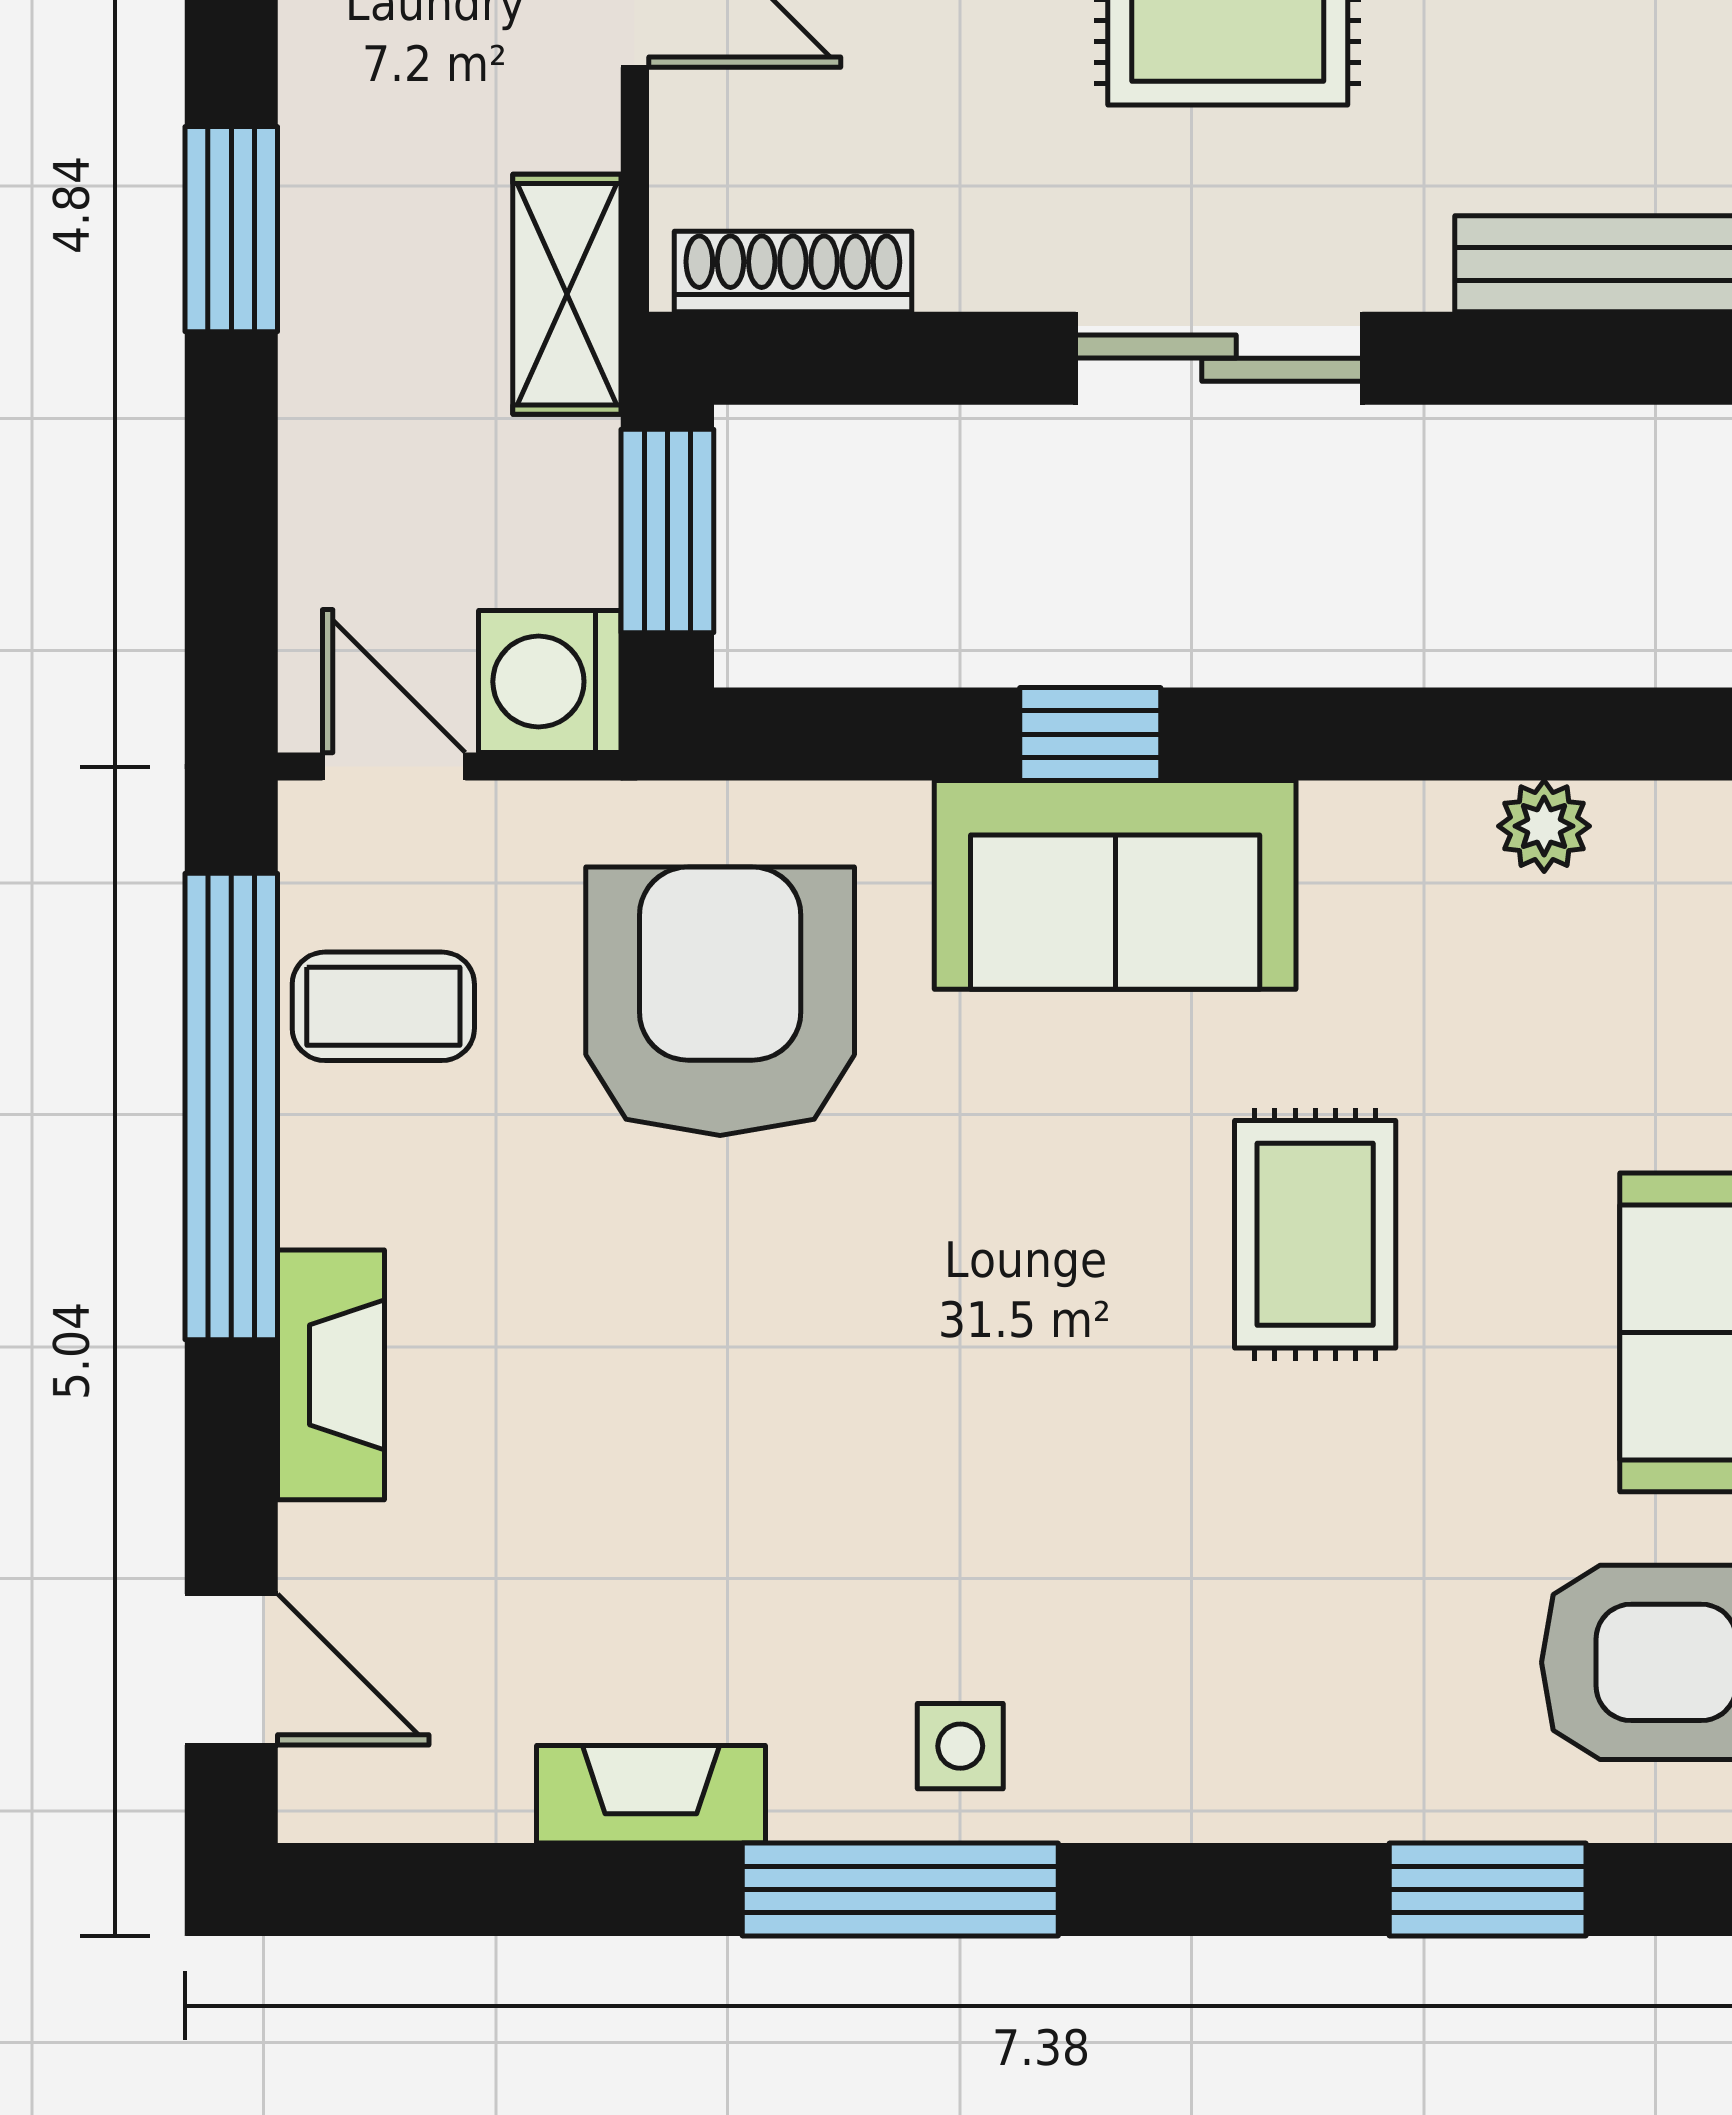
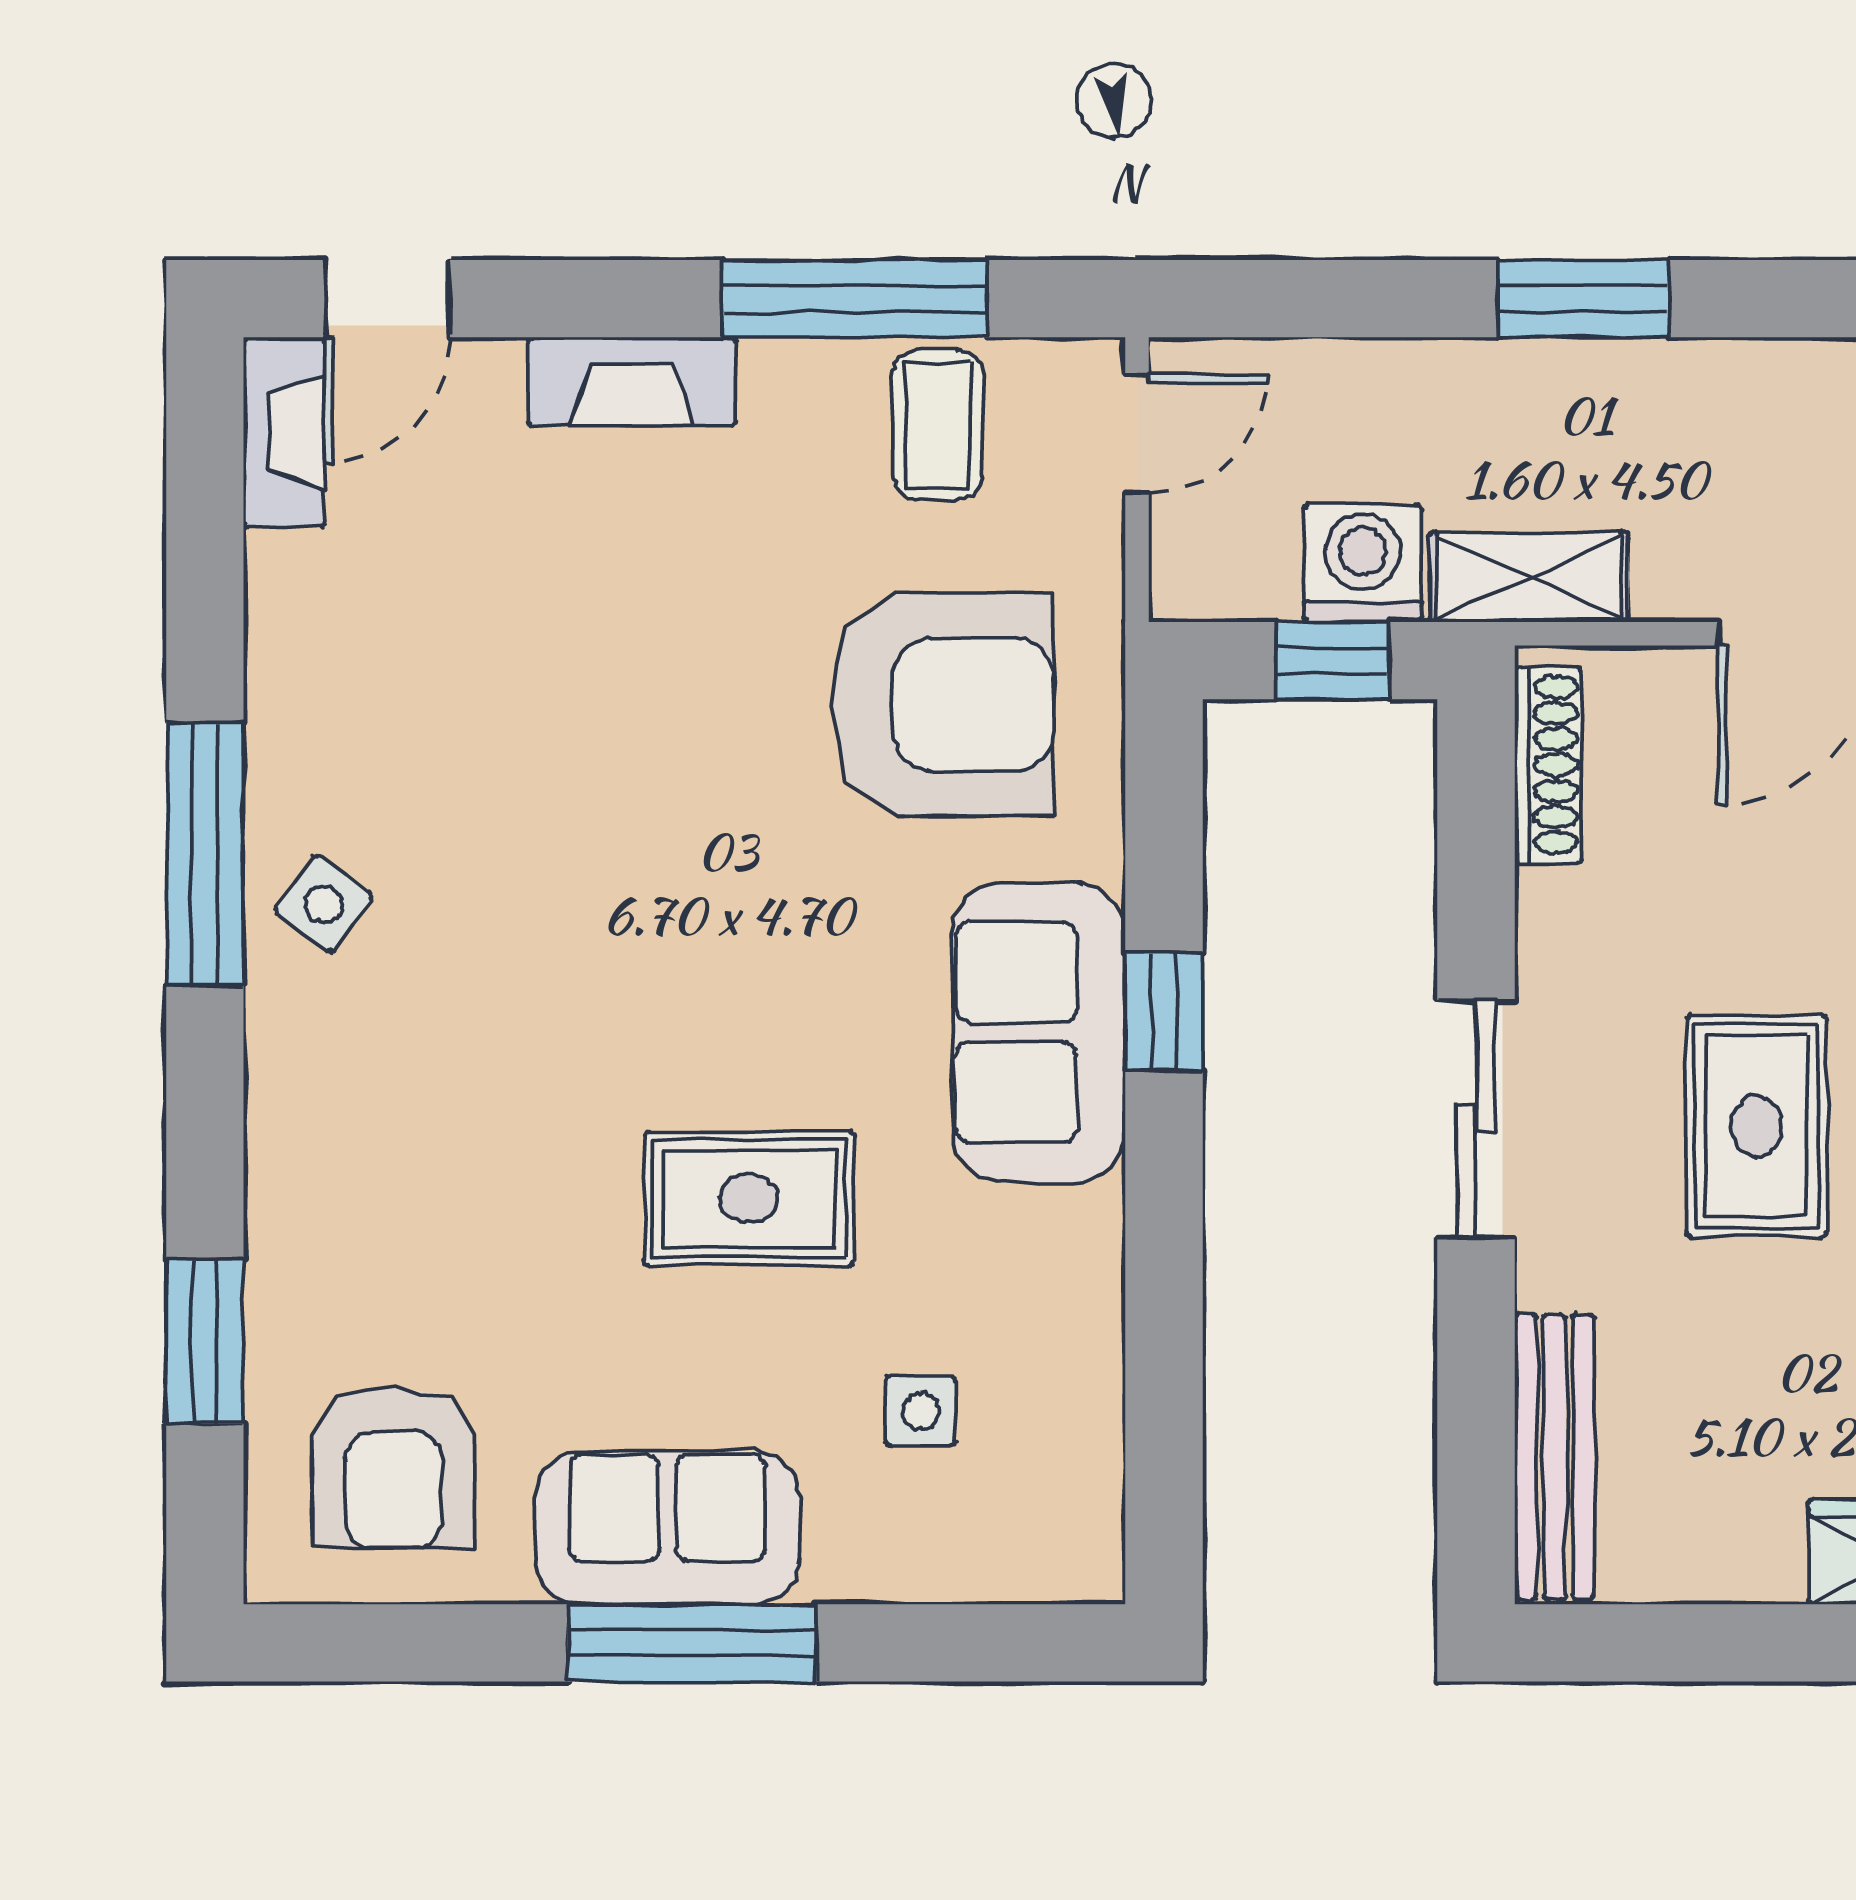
window: (667, 531) -> (1333, 661), width x0.67
washing machine: (550, 682) -> (1363, 563), moved
plant: (1544, 826) -> (1088, 1388), removed
side table: (1571, 1027) -> (921, 1411), added
window: (231, 1107) -> (855, 299), width x0.68
side table: (960, 1746) -> (324, 904), turned 36
fireplace: (651, 1794) -> (284, 432), moved

